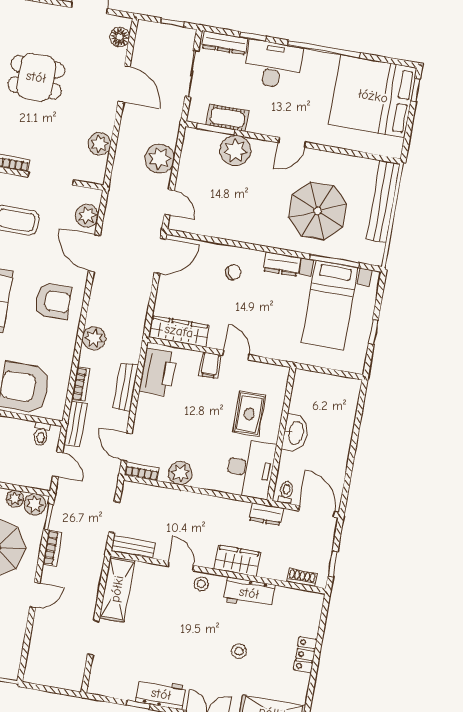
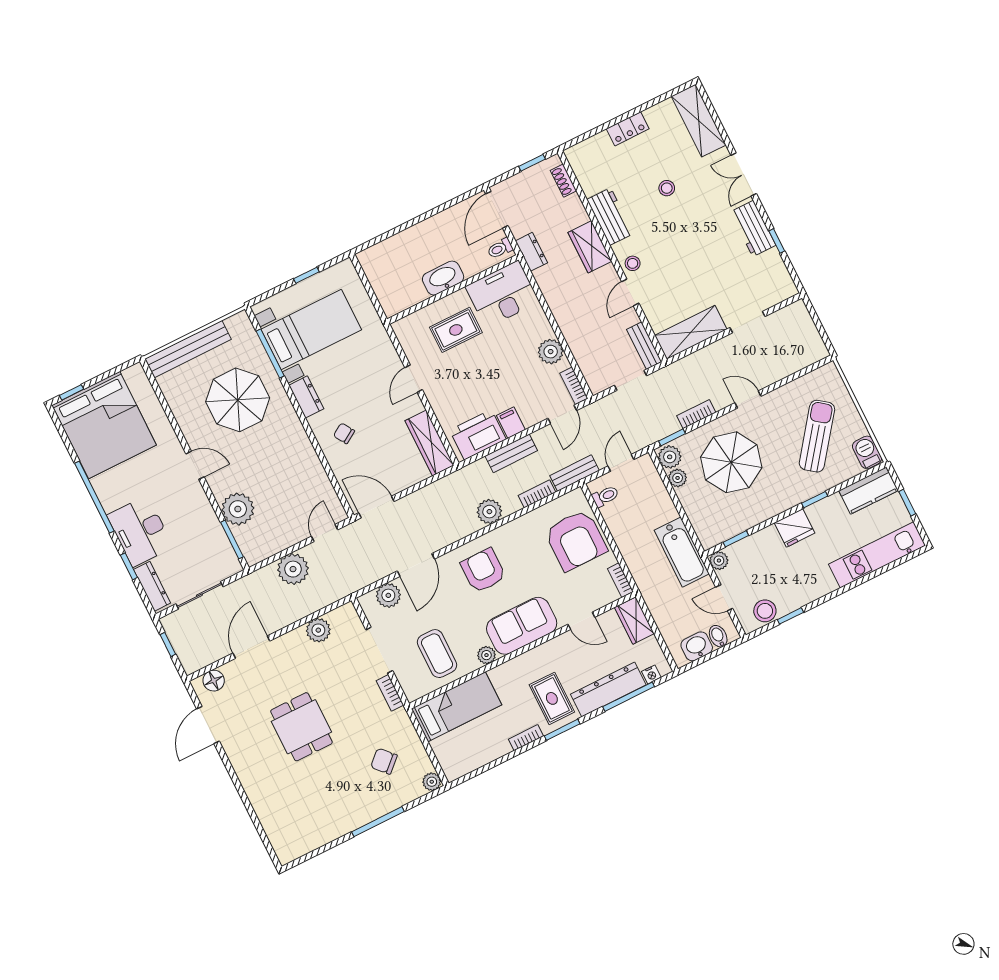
cot: (228, 118) -> (215, 536), removed
filing cabinet: (210, 365) -> (511, 423), moved, turned -90

